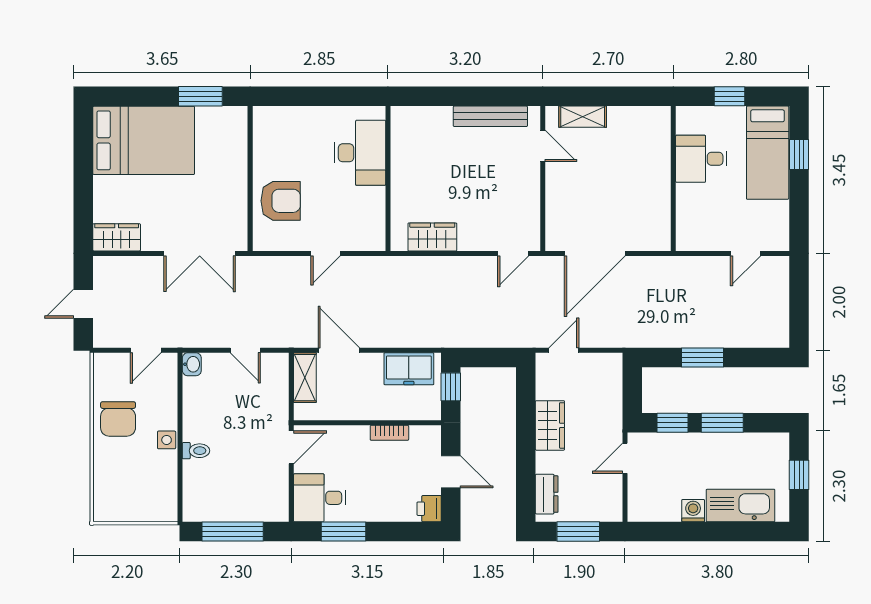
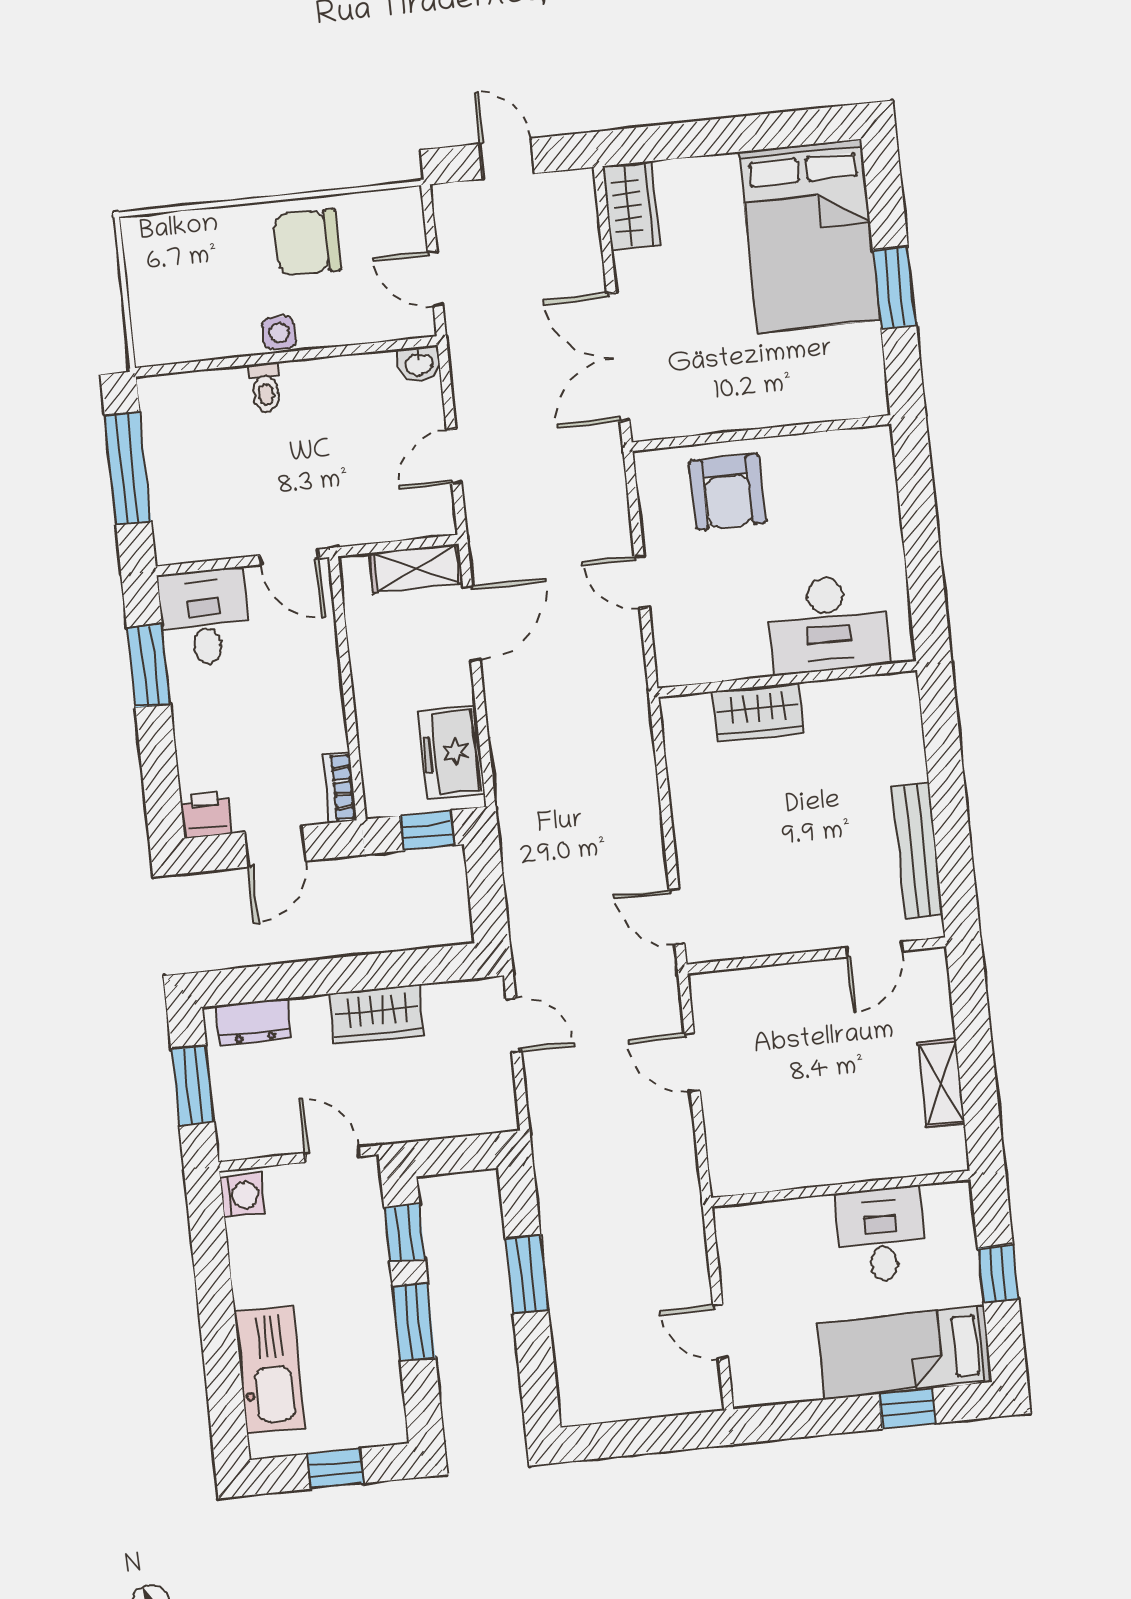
window: (200, 96) -> (895, 288), moved
shelving: (583, 117) -> (941, 1083), moved
wardrobe: (432, 237) -> (758, 712), moved, turned 90
door: (595, 253) -> (692, 1062), width x0.53
bookcase: (389, 433) -> (340, 788), moved
washing machine: (693, 511) -> (242, 1195), moved

